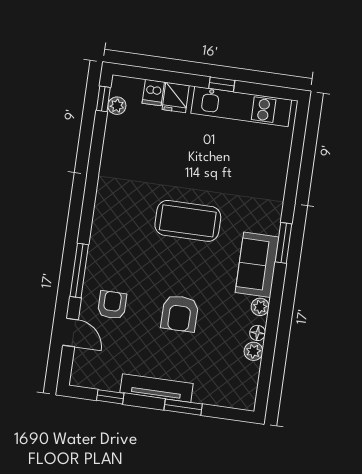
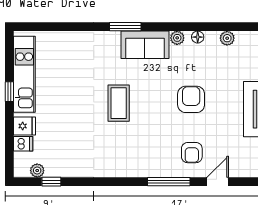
window: (103, 99) -> (51, 182), moved
coffee table: (188, 221) -> (119, 103), width x0.73, depth x0.76
armchair: (112, 305) -> (192, 153), turned -90
armchair: (180, 313) -> (191, 99), turned -90
plant: (253, 351) -> (227, 38), moved

